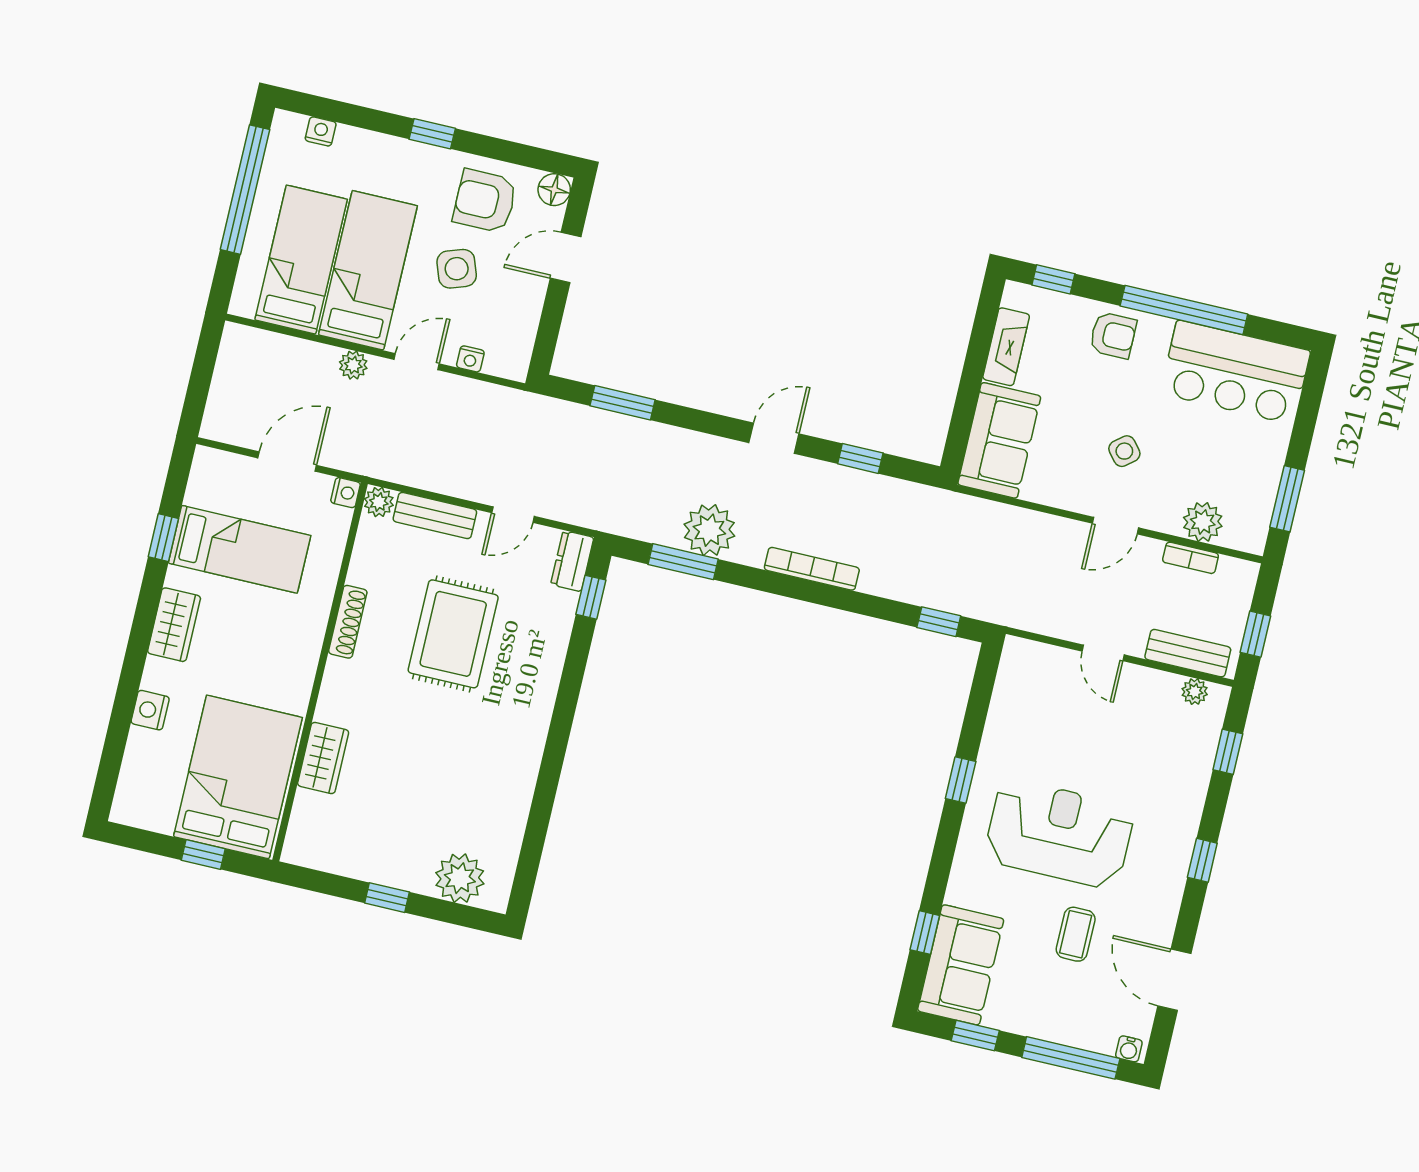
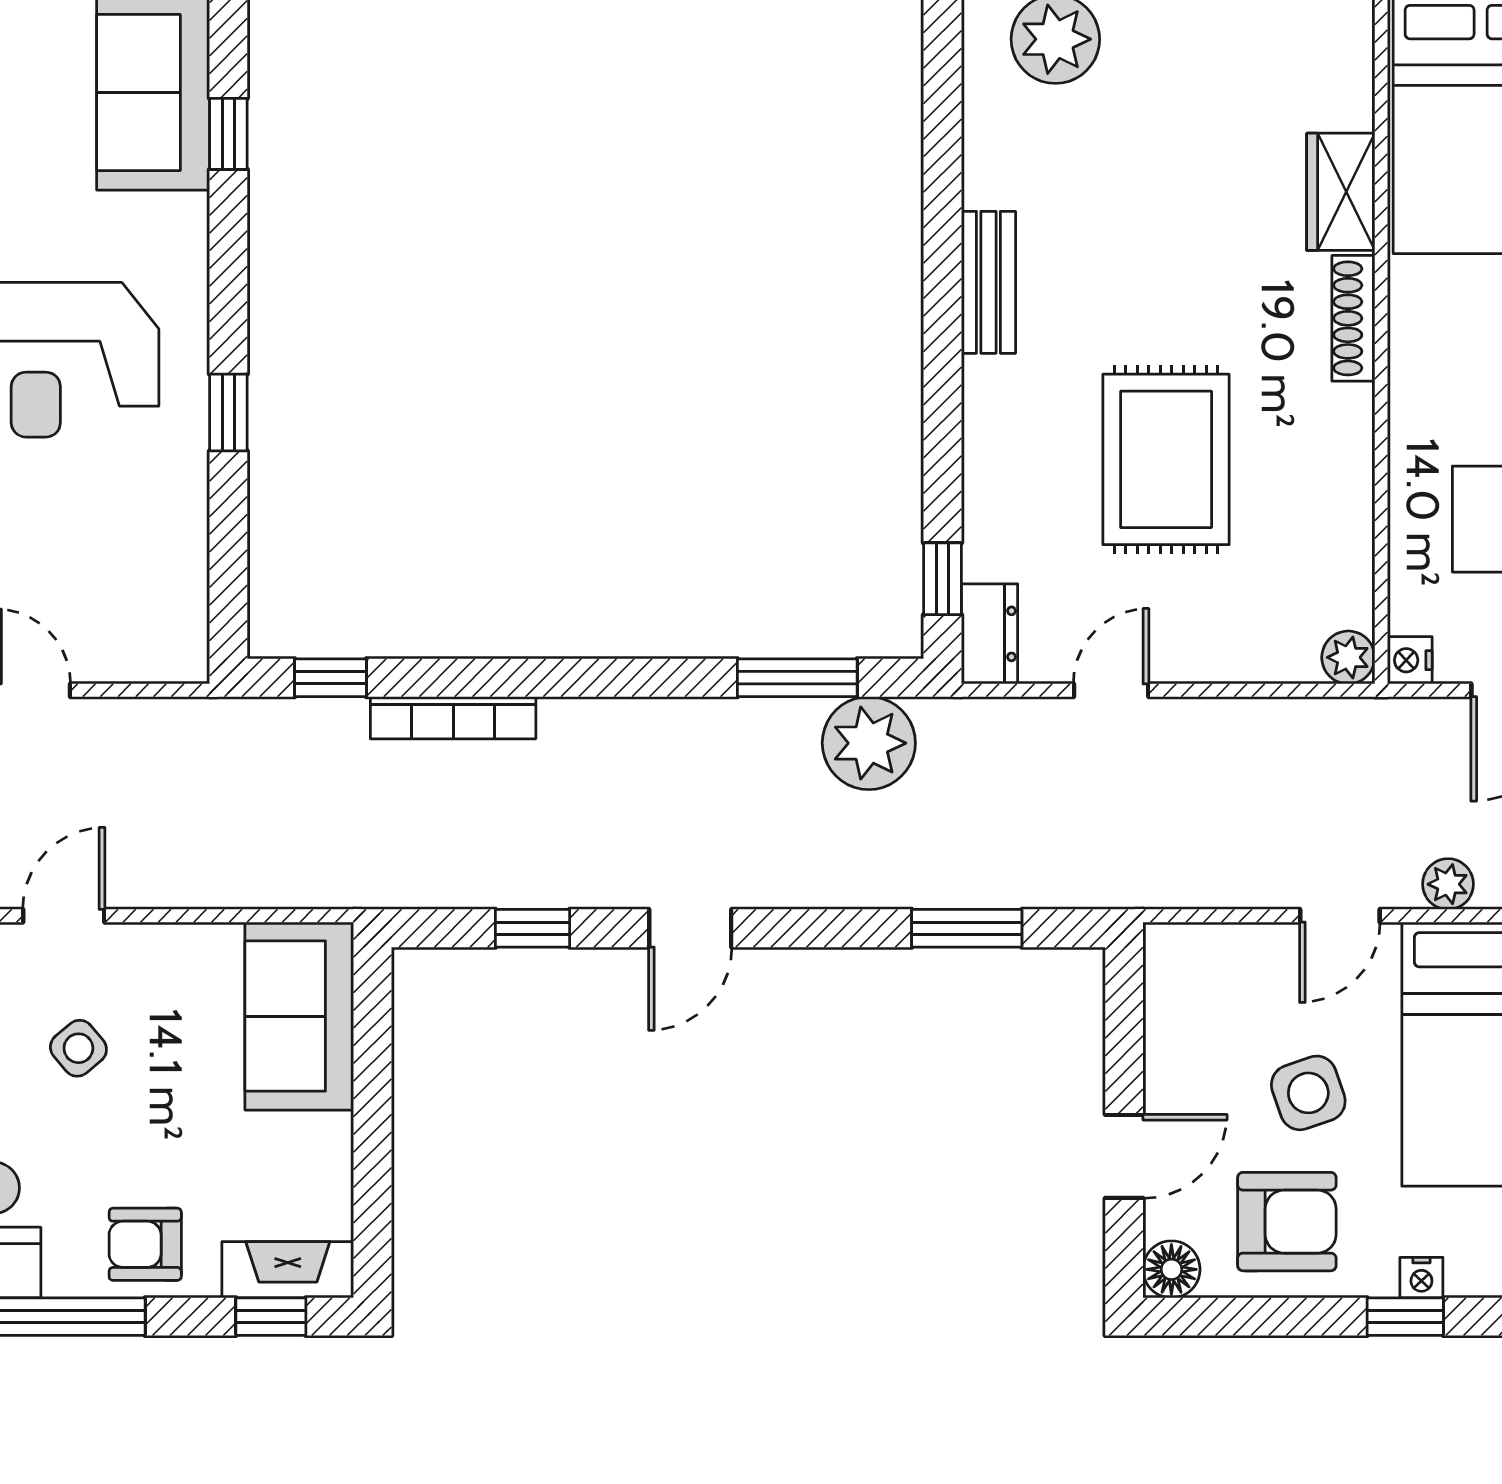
fireplace: (1006, 347) -> (288, 1270), moved, turned 90
nightstand: (470, 359) -> (1421, 1278), moved, turned 180
bench: (435, 516) -> (988, 282), moved, turned 90
plant: (709, 530) -> (869, 743), moved
bookcase: (812, 569) -> (453, 718), moved
shoe rack: (348, 622) -> (1353, 318), moved

